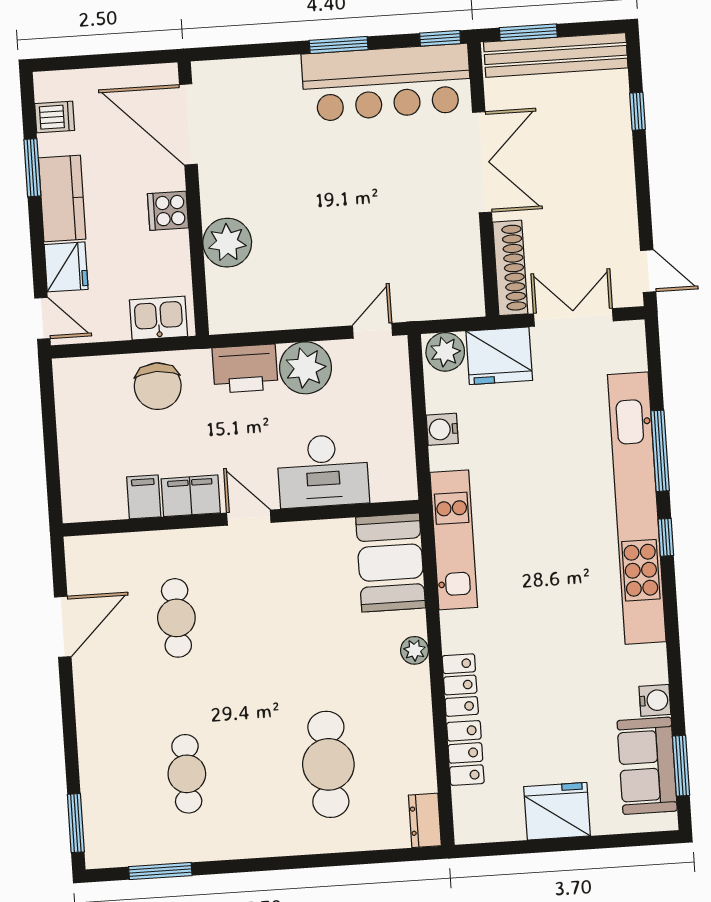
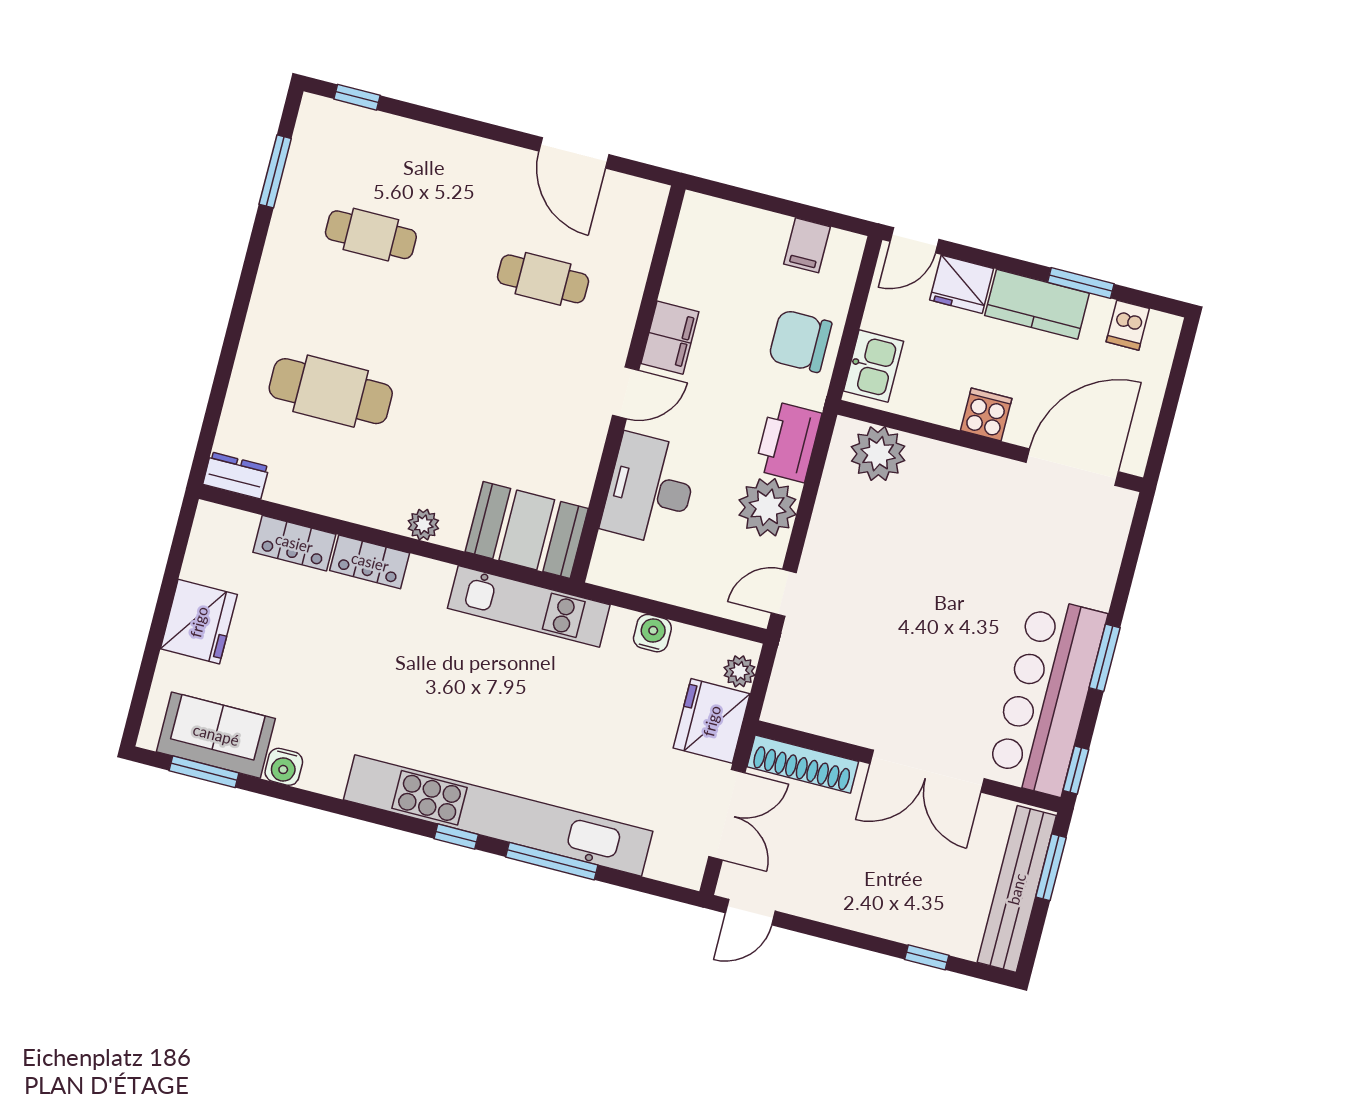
plant: (227, 243) -> (878, 454), moved
door: (372, 331) -> (784, 593), swing flipped
plant: (445, 352) -> (739, 671), width x0.73, depth x0.73
filing cabinet: (144, 497) -> (807, 245), moved, turned 90
window: (76, 823) -> (357, 97), width x0.67

